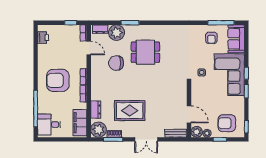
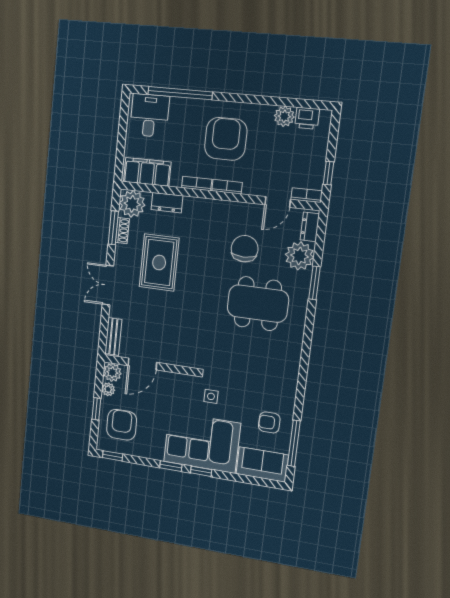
plant: (43, 50) -> (284, 116), added
dining table: (145, 52) -> (258, 304), width x1.38

